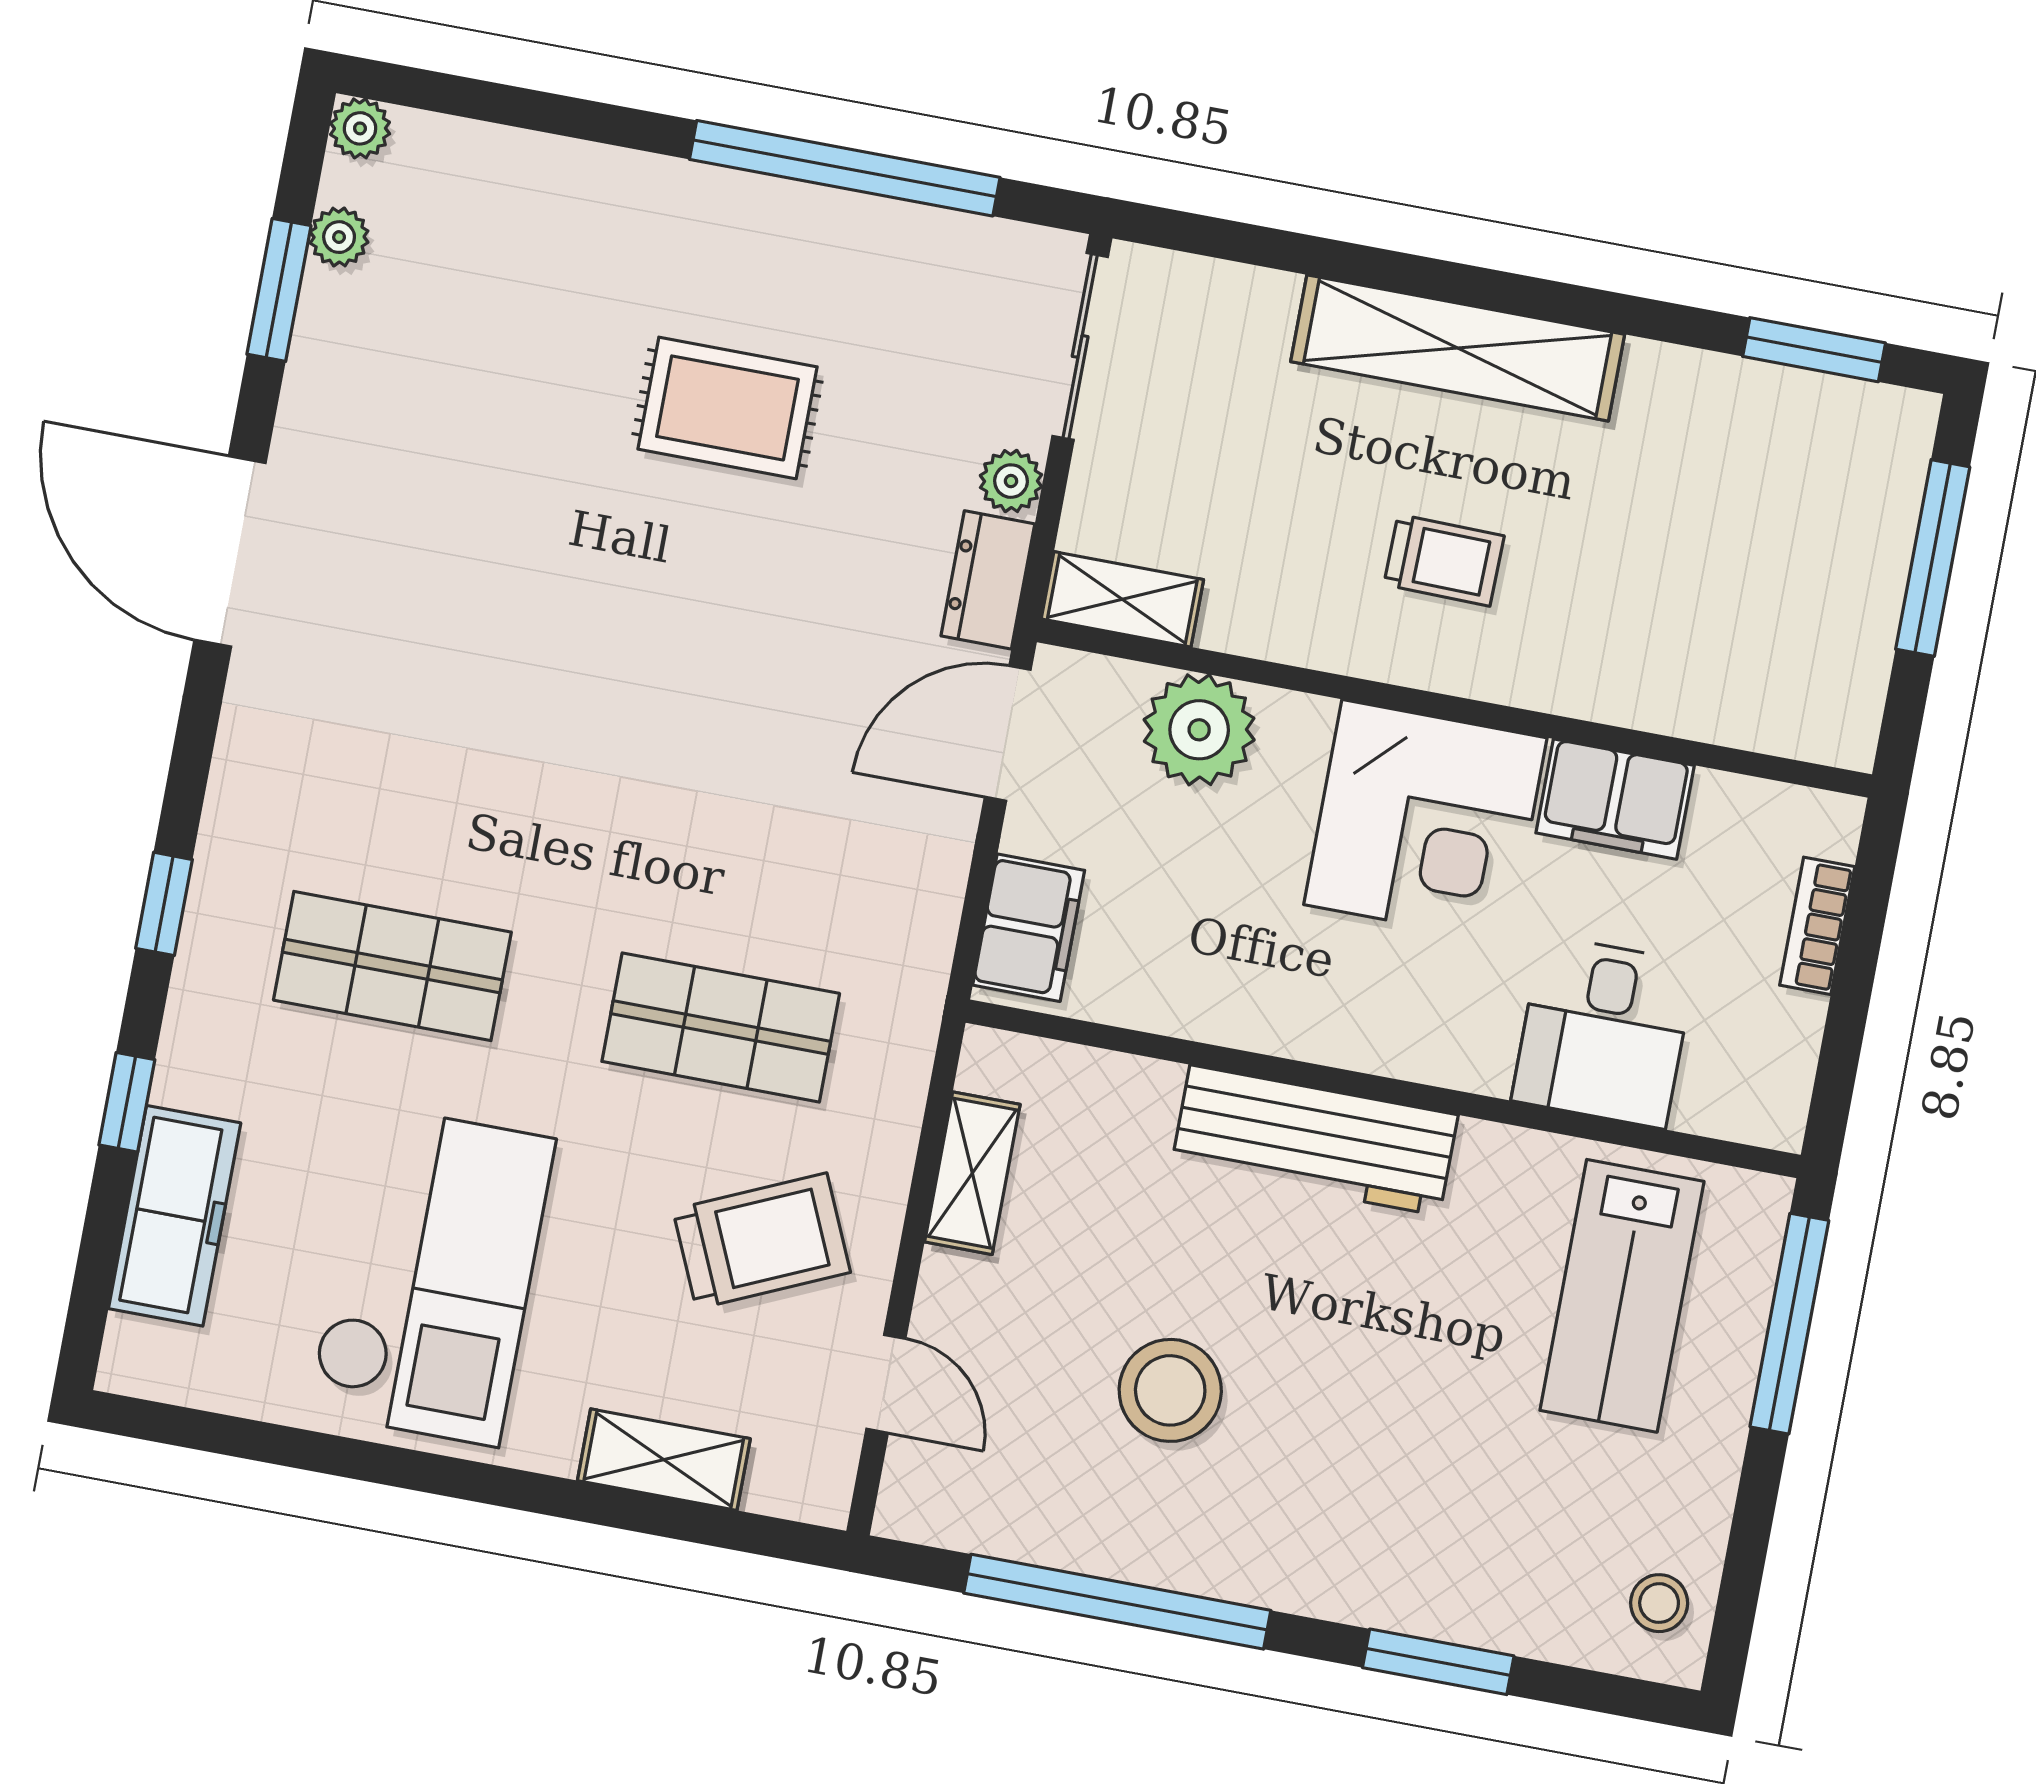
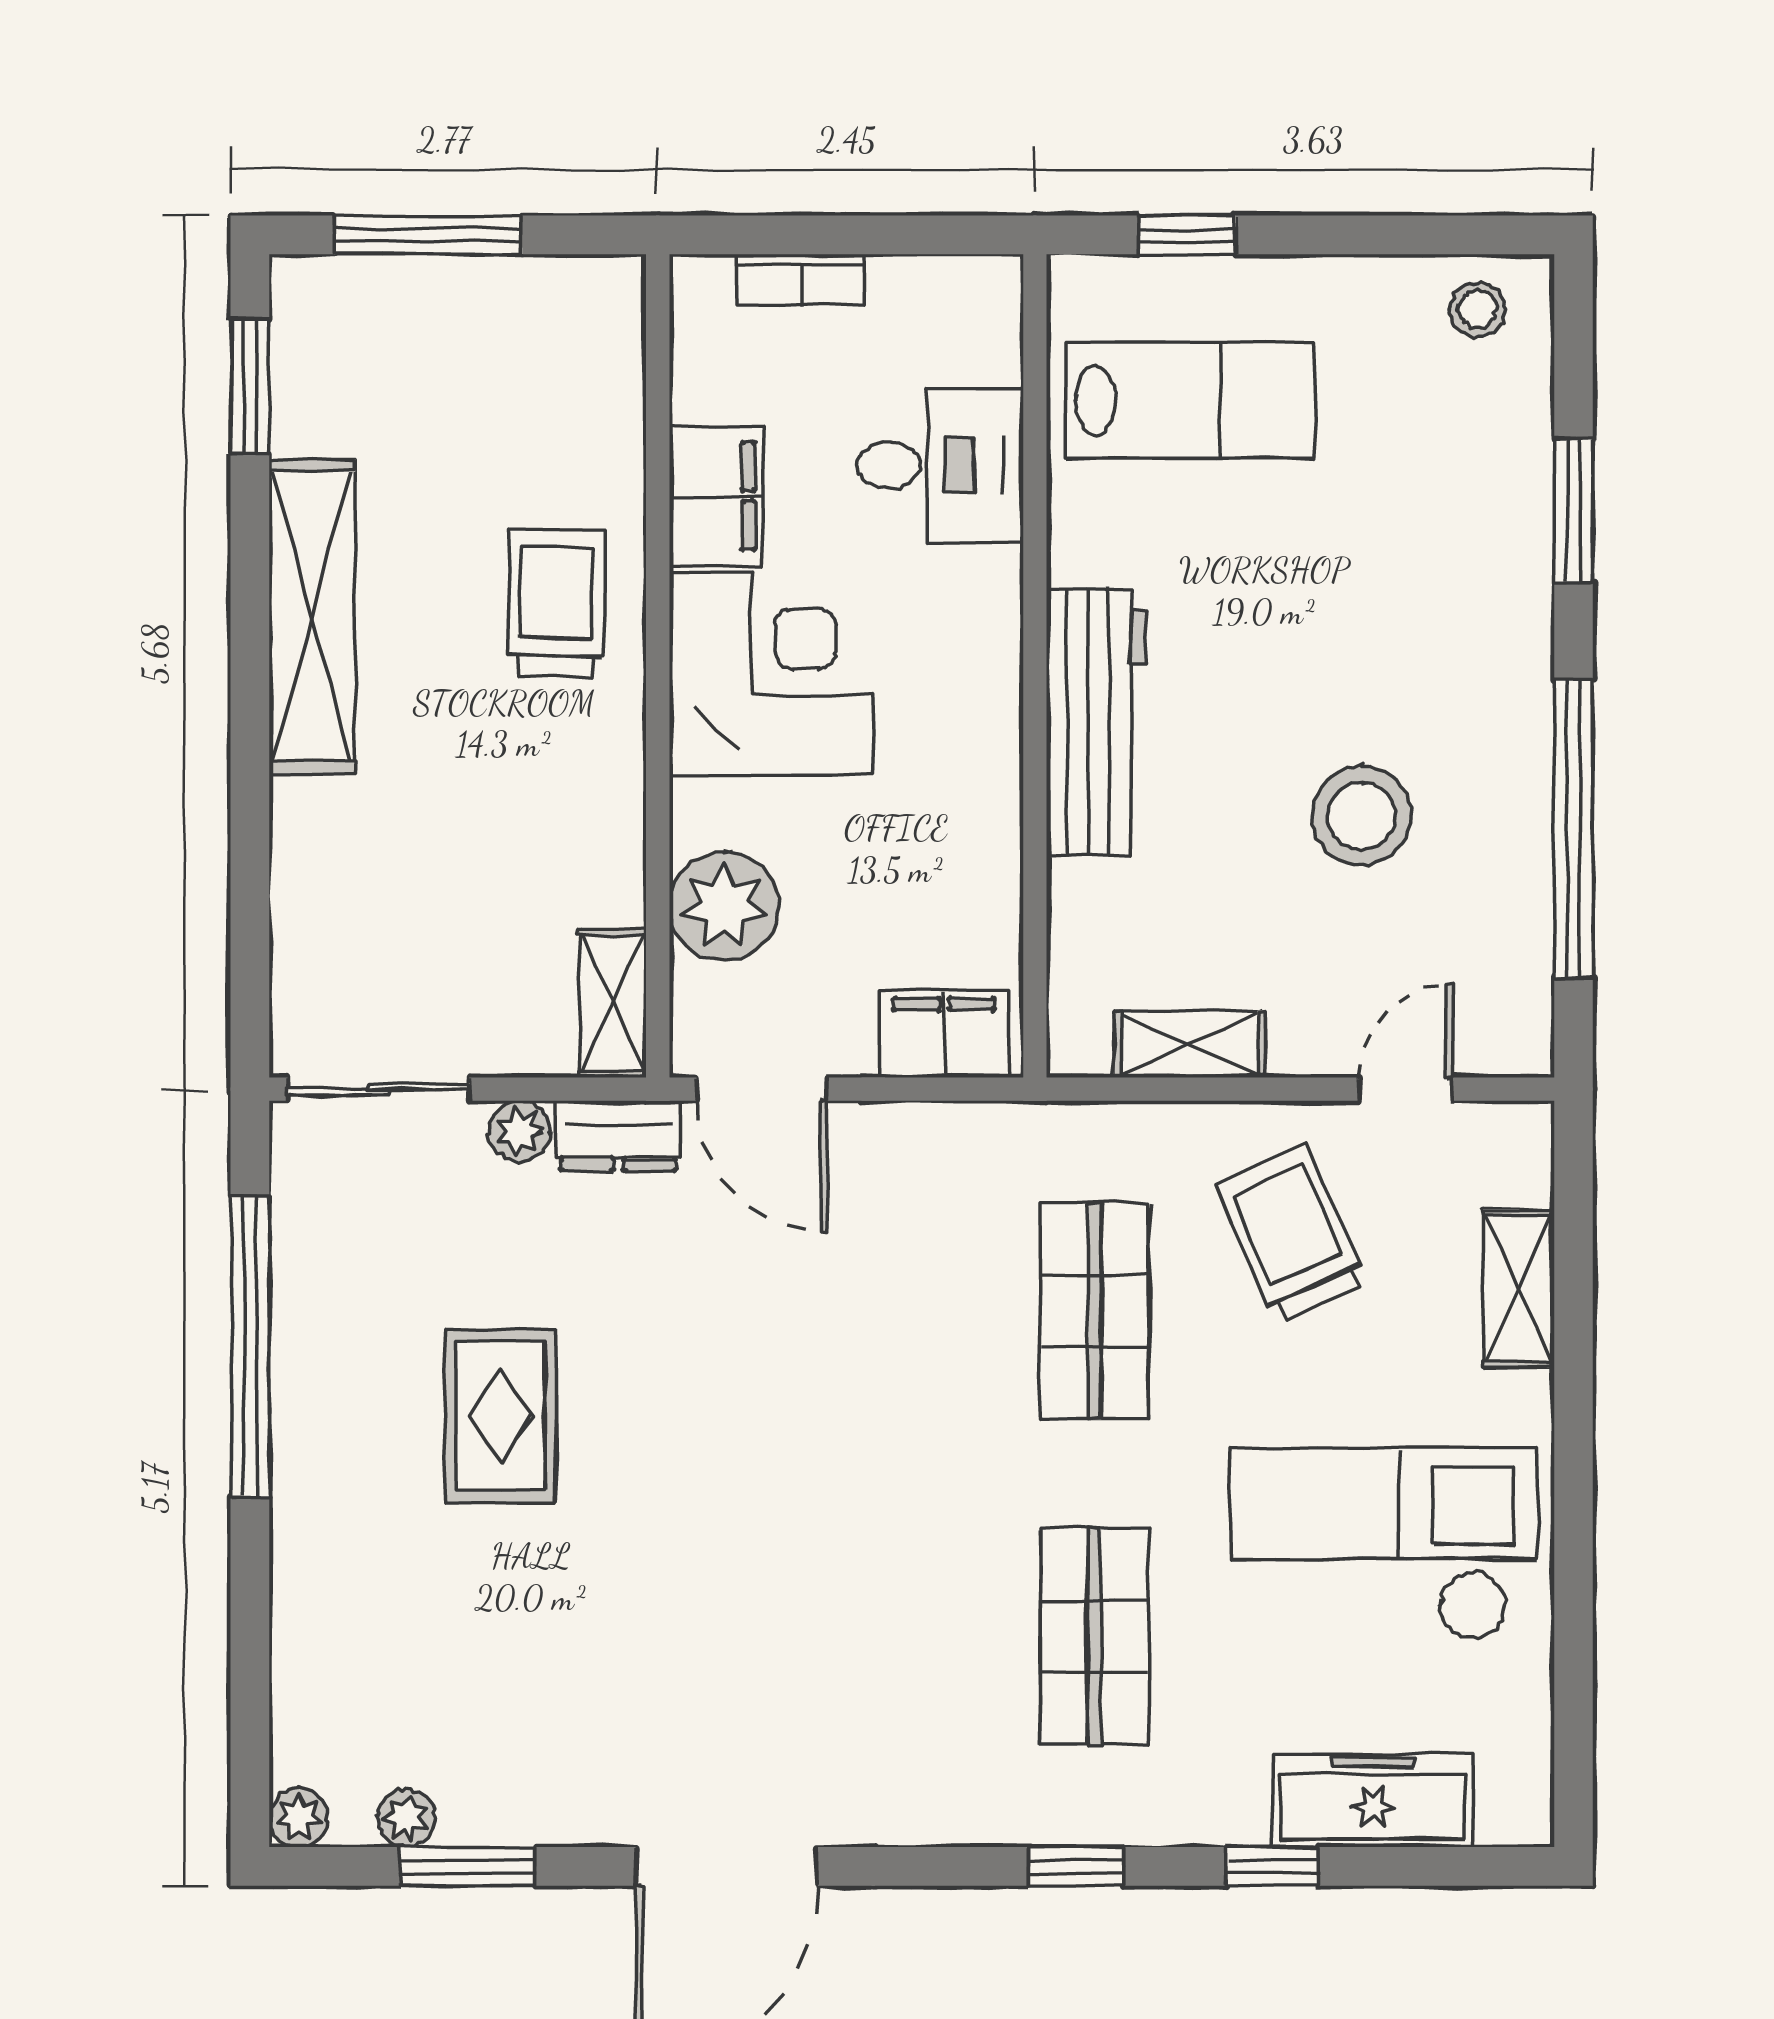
shelving: (1458, 348) -> (312, 617), moved
trolley: (1444, 560) -> (556, 603), moved, width x1.36, depth x1.39
window: (1789, 1324) -> (1187, 235), width x0.46

